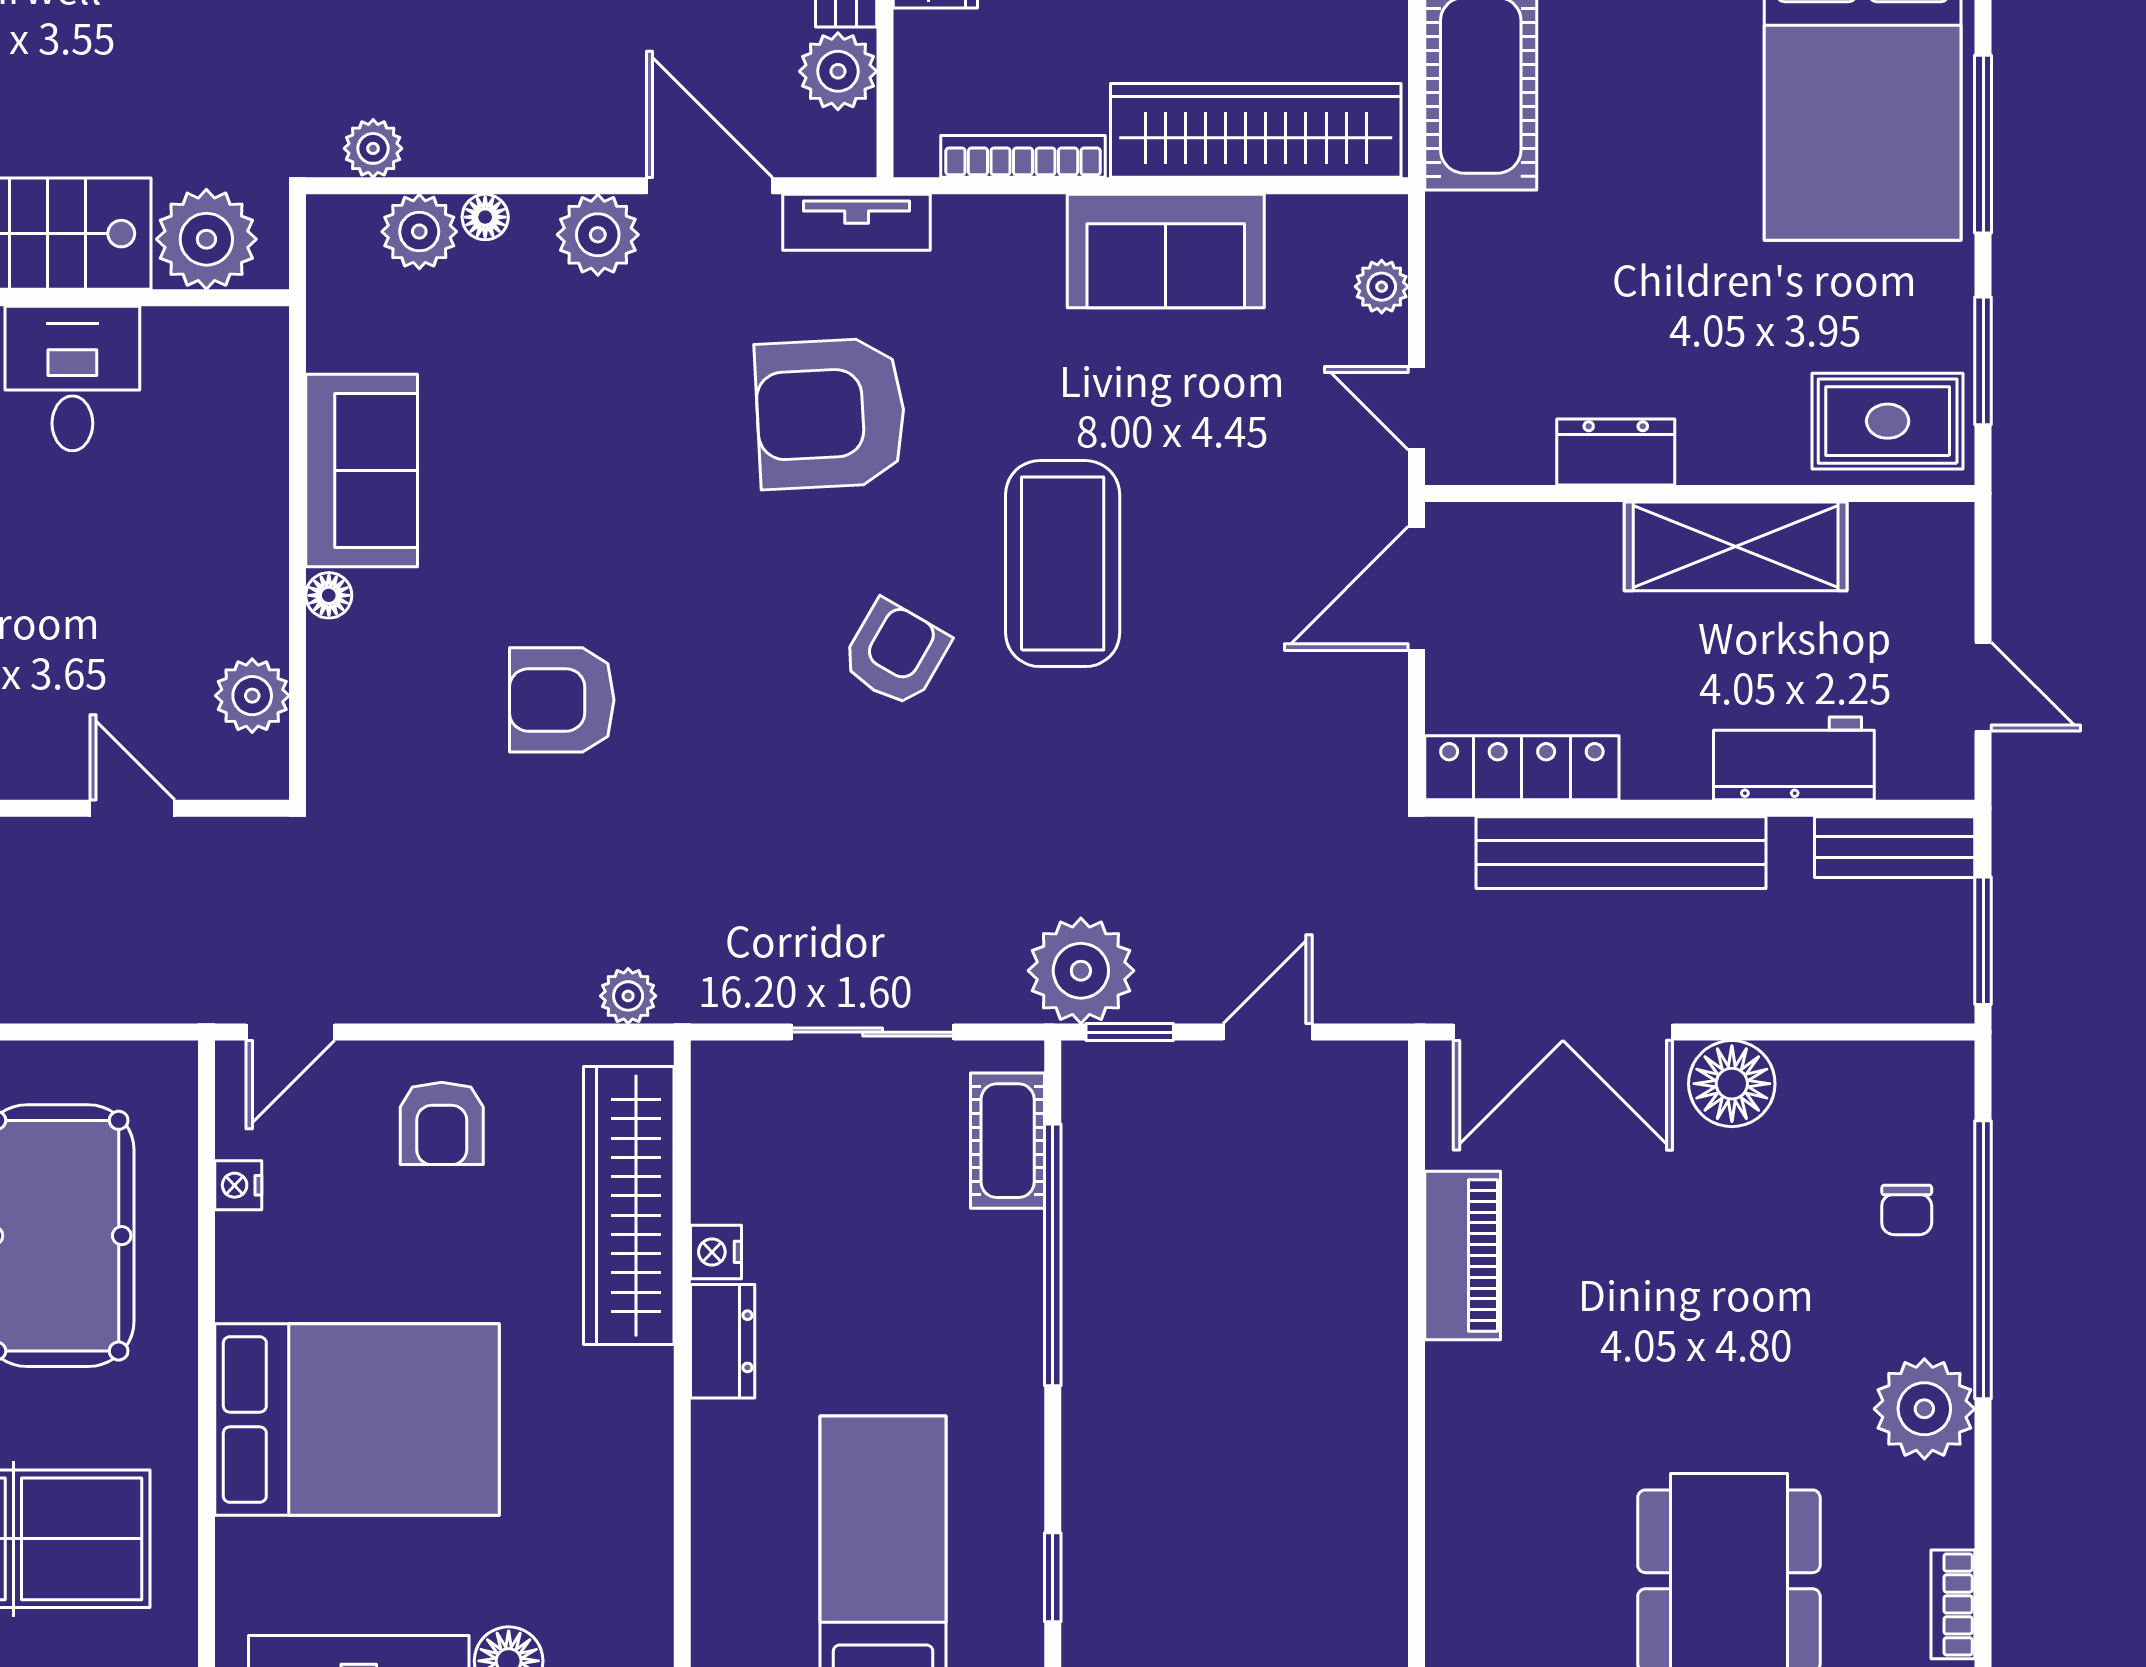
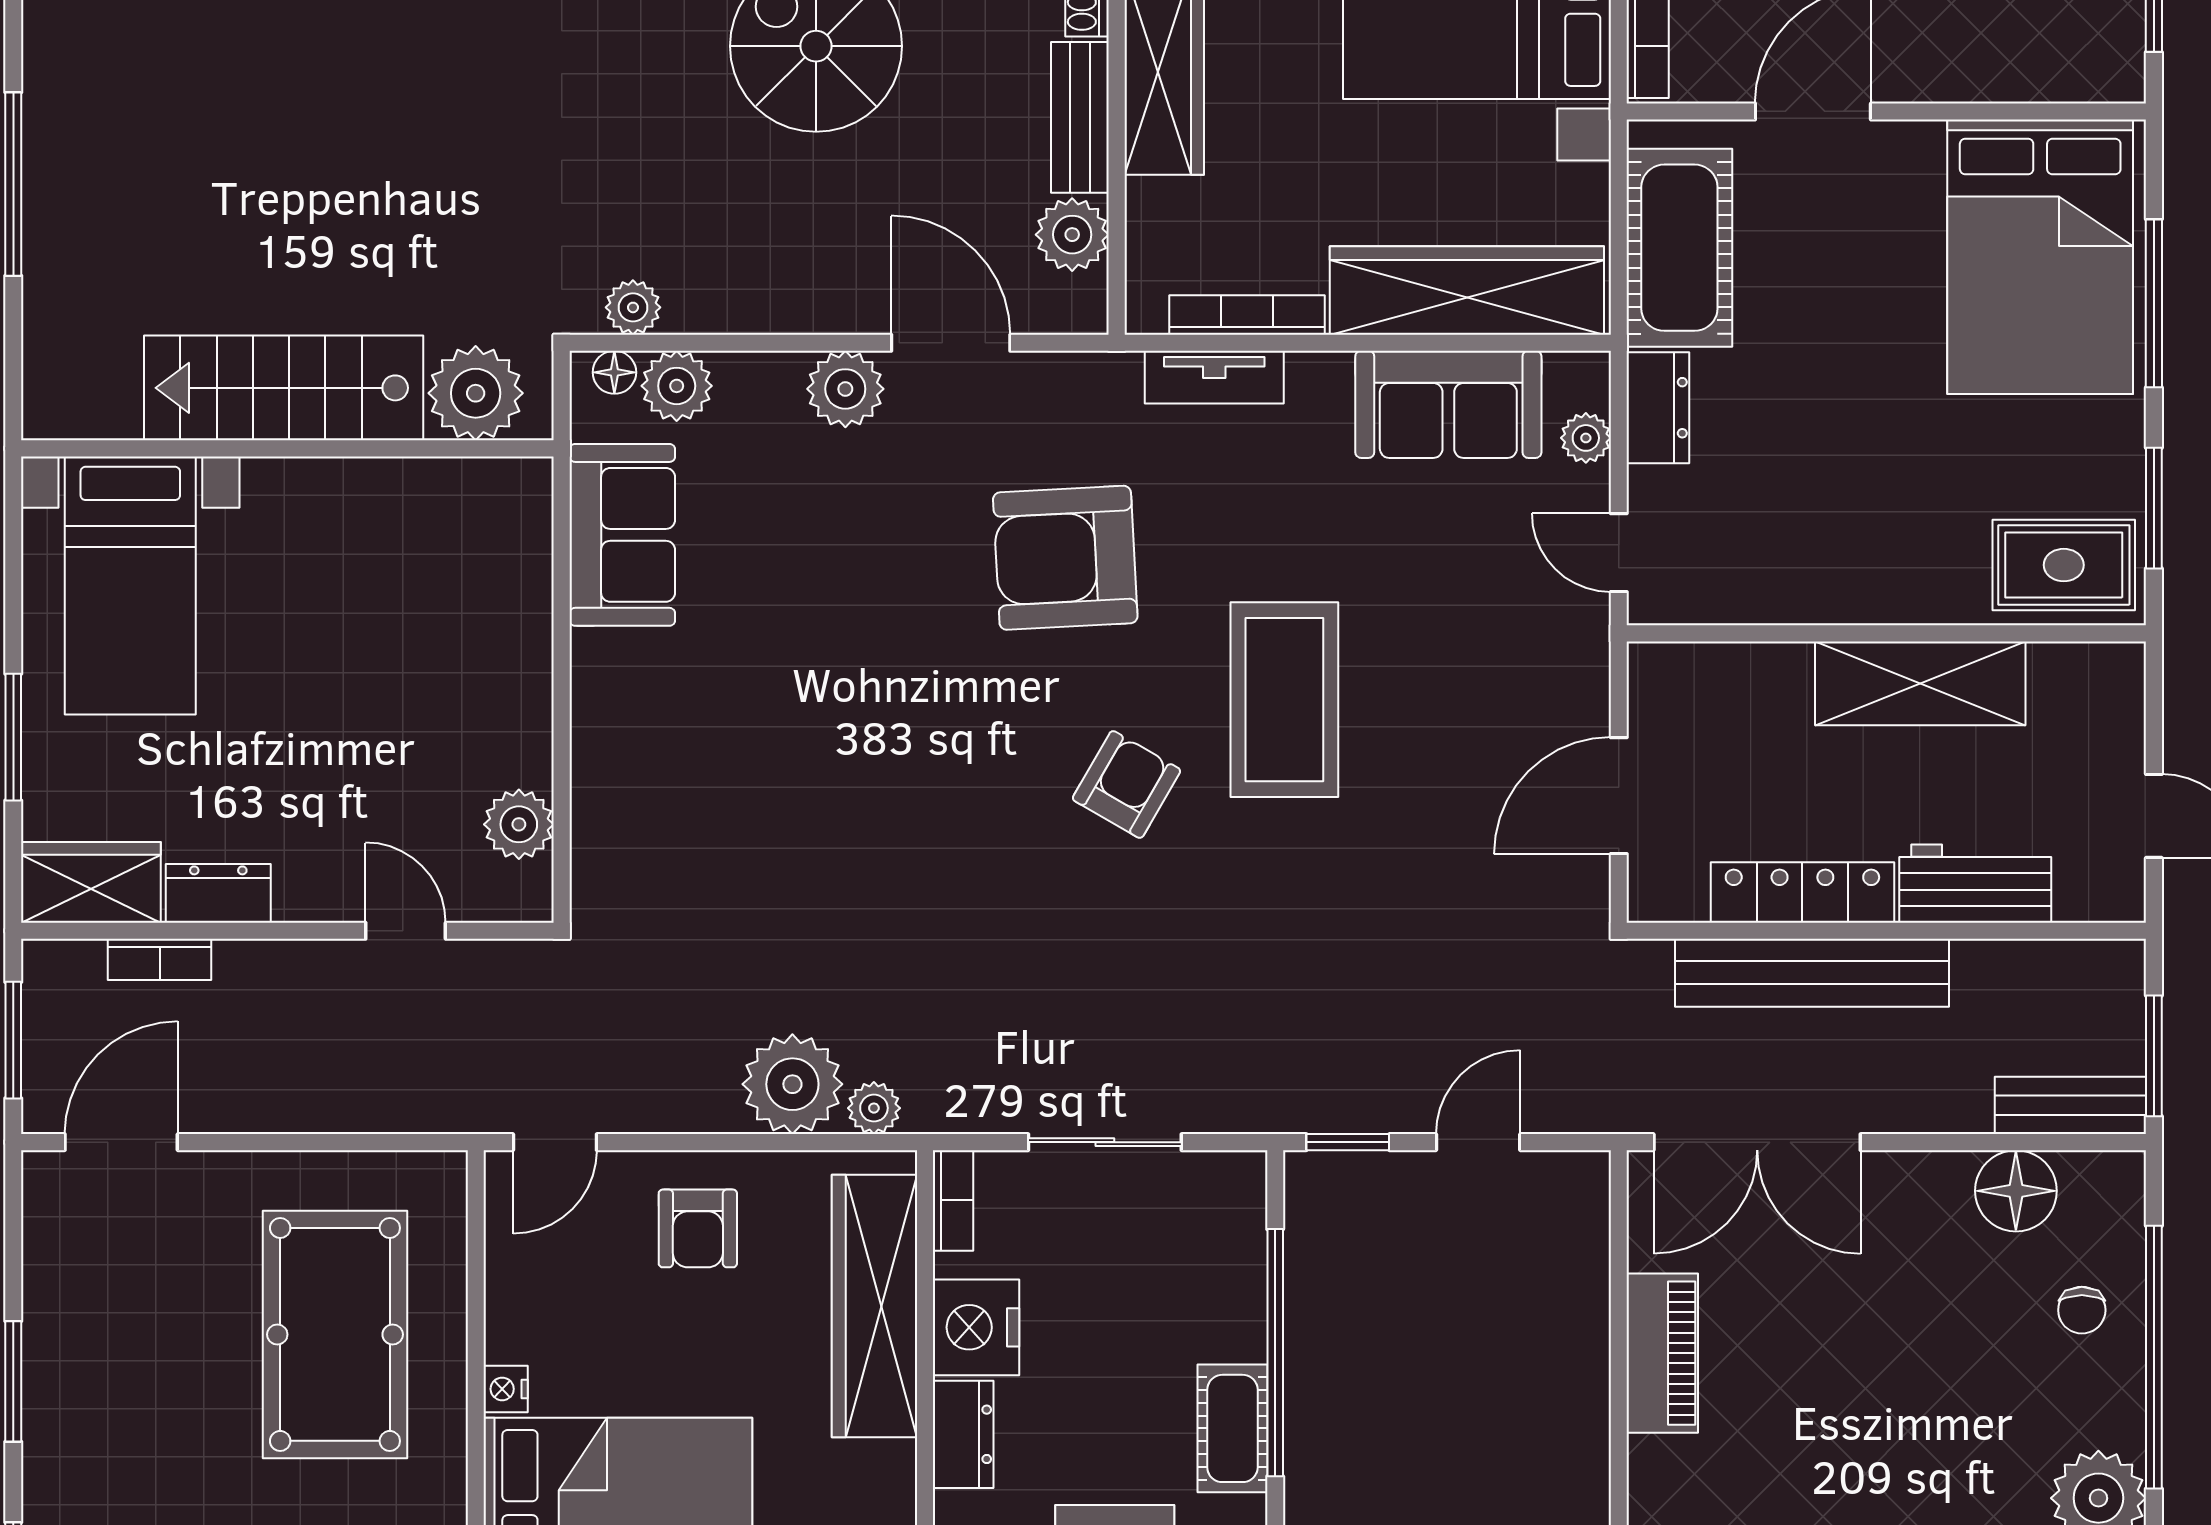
floor lamp: (485, 217) -> (614, 372), moved
tv unit: (857, 222) -> (1214, 377), moved
sofa: (1166, 251) -> (1448, 404), moved
desk: (72, 379) -> (349, 525), removed
dresser: (1616, 452) -> (1658, 408), moved, turned 90
sofa: (362, 471) -> (622, 535), moved
door: (1417, 588) -> (1619, 796), moved
floor lamp: (329, 595) -> (591, 730), removed
armchair: (562, 700) -> (811, 828), removed
locker: (1522, 768) -> (1802, 892), moved
bench: (1895, 847) -> (2070, 1105), moved
plant: (1081, 971) -> (792, 1084), moved
floor lamp: (1732, 1084) -> (2016, 1191), moved
bookcase: (712, 1094) -> (953, 1200), added
cot: (1008, 1141) -> (1232, 1428), moved
nightstand: (238, 1185) -> (506, 1389), moved
nightstand: (716, 1252) -> (976, 1327), width x1.89, depth x1.79

